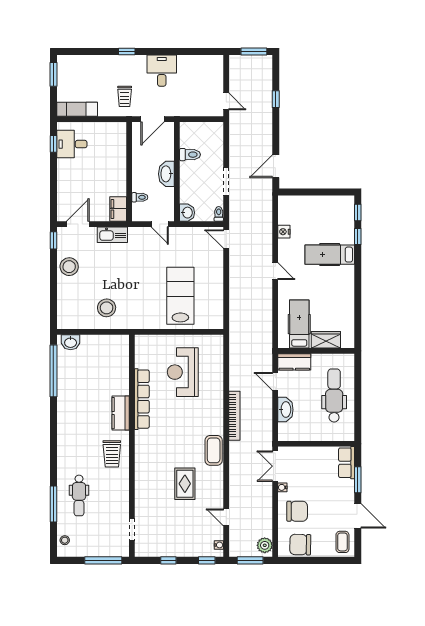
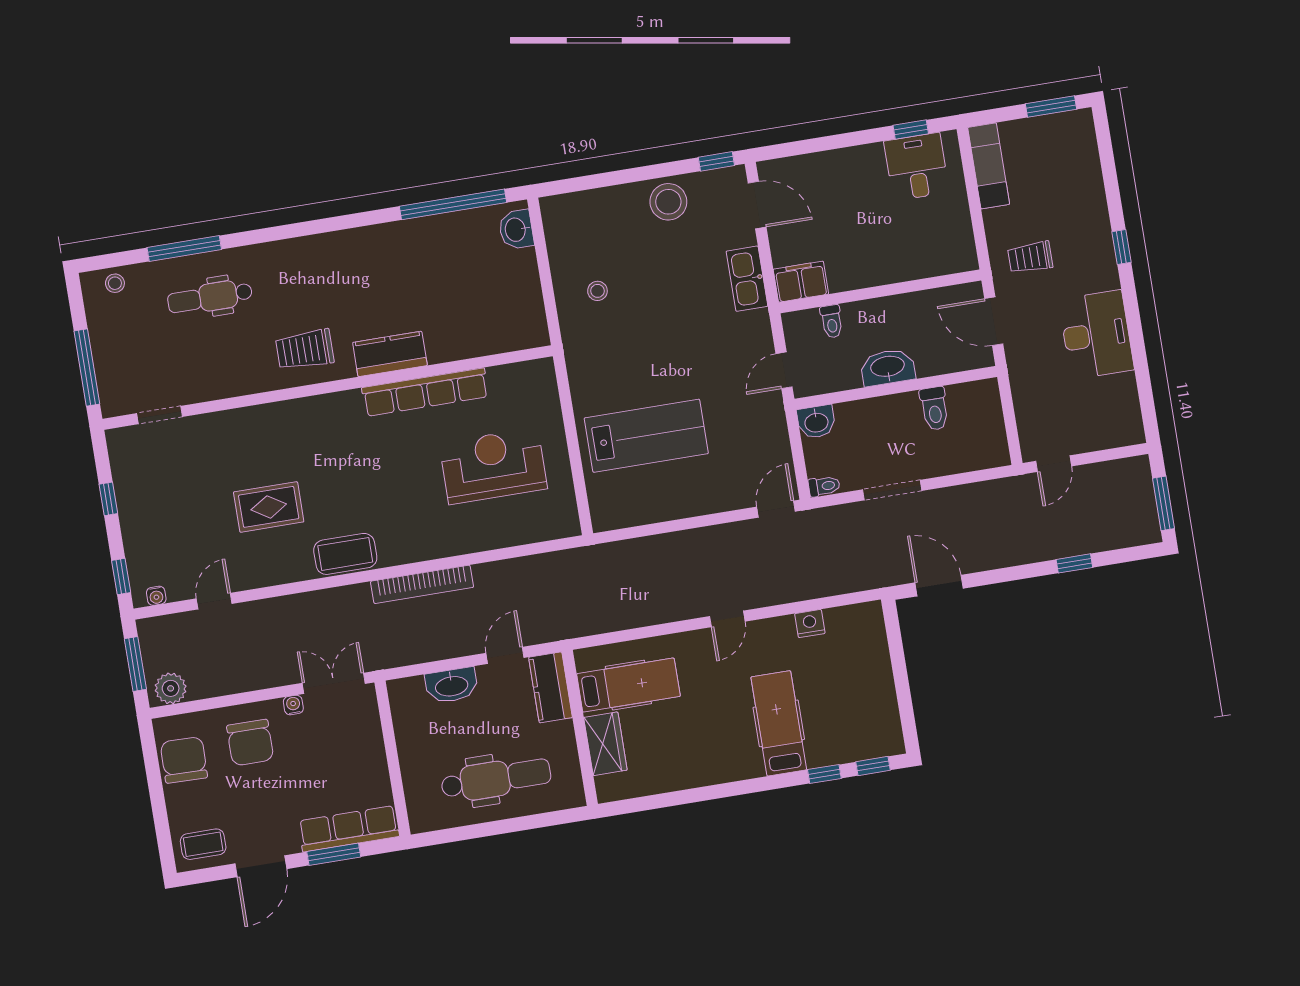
desk: (162, 71) -> (1096, 335), width x1.37
stool: (107, 308) -> (597, 291), width x0.53, depth x0.53
row of seats: (346, 463) -> (349, 829), width x1.48

